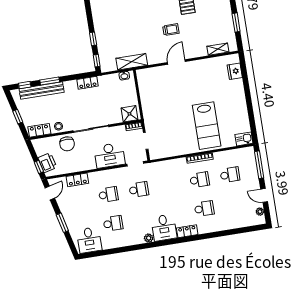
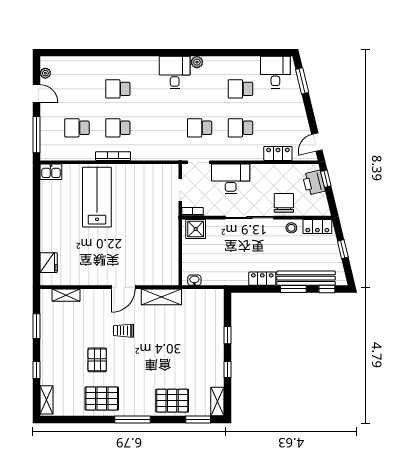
window: (97, 61) -> (227, 370), moved
shelving: (132, 62) -> (161, 297), moved
locker: (87, 83) -> (262, 279), moved
window: (62, 223) -> (302, 81), moved
locker: (187, 231) -> (145, 63), removed

